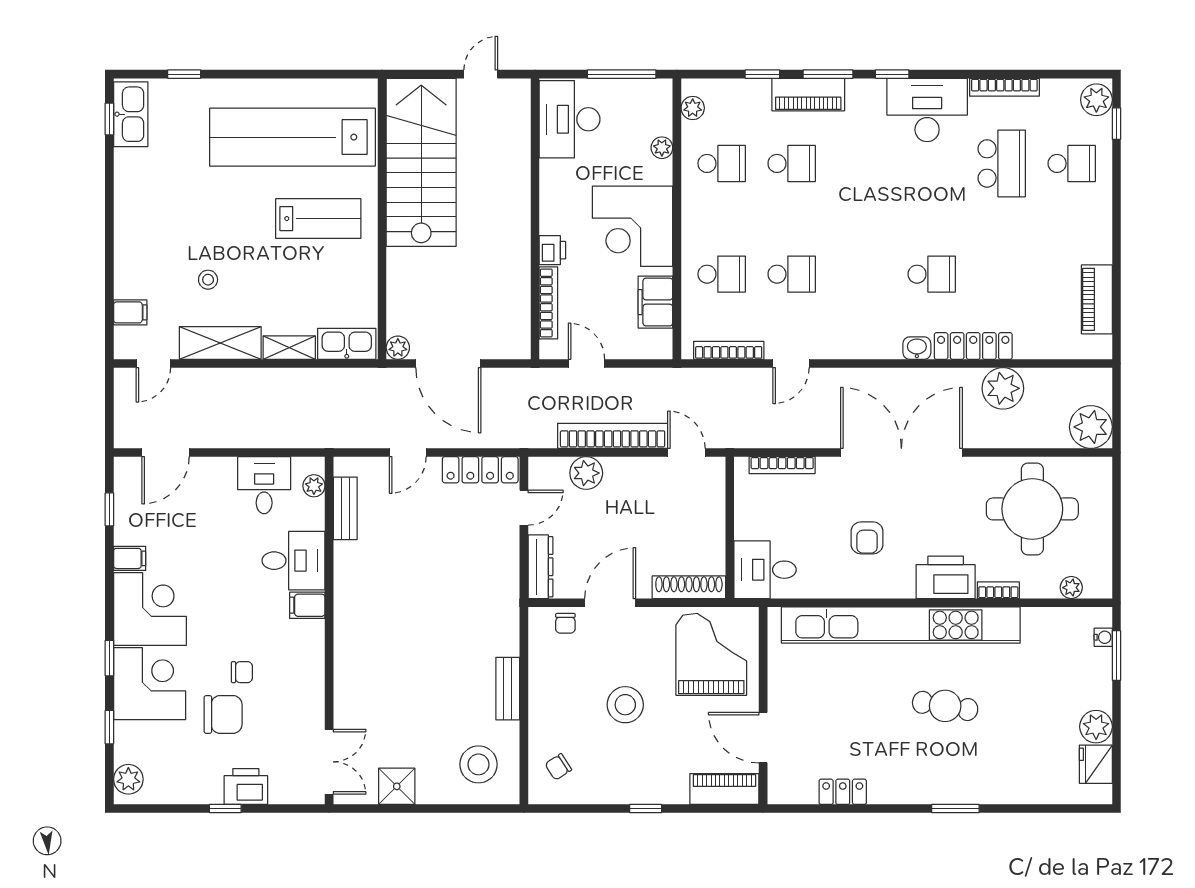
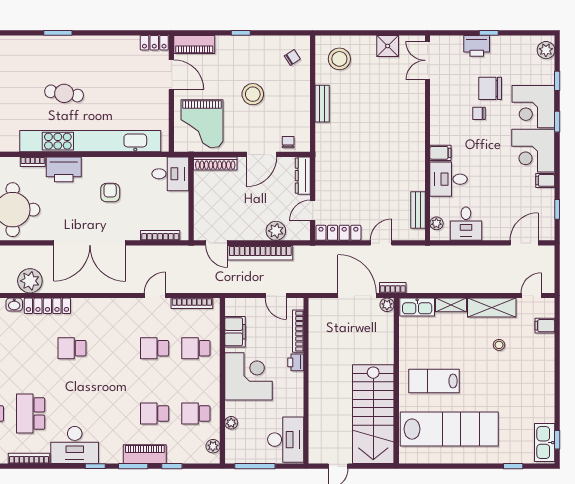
washbasin: (917, 348) -> (14, 305), moved
bookcase: (388, 377) -> (393, 288), added
locker: (843, 792) -> (154, 43), moved

